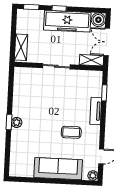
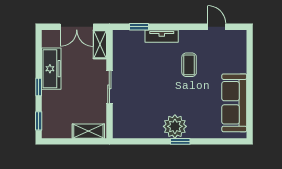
boiler: (98, 20) -> (50, 38), removed
freezer: (67, 21) -> (51, 69), width x0.73, depth x0.79
plant: (17, 122) -> (175, 126), width x1.88, depth x1.88
sofa: (58, 169) -> (234, 103), moved
plant: (93, 176) -> (241, 36), removed

